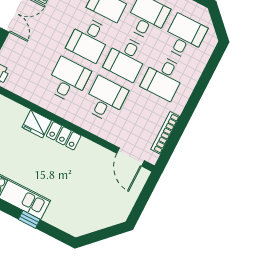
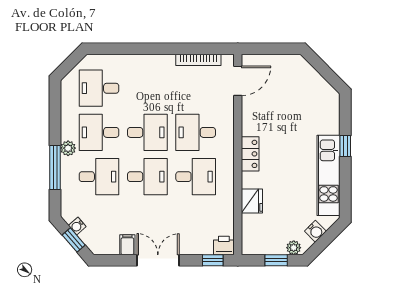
desk: (163, 78) -> (147, 88), removed
desk: (68, 80) -> (196, 177), turned 180
fridge: (37, 124) -> (252, 201), moved

